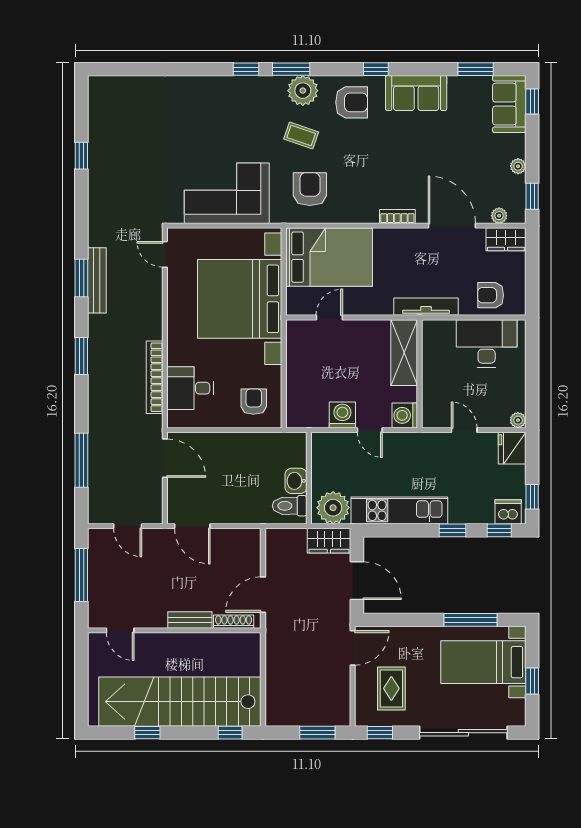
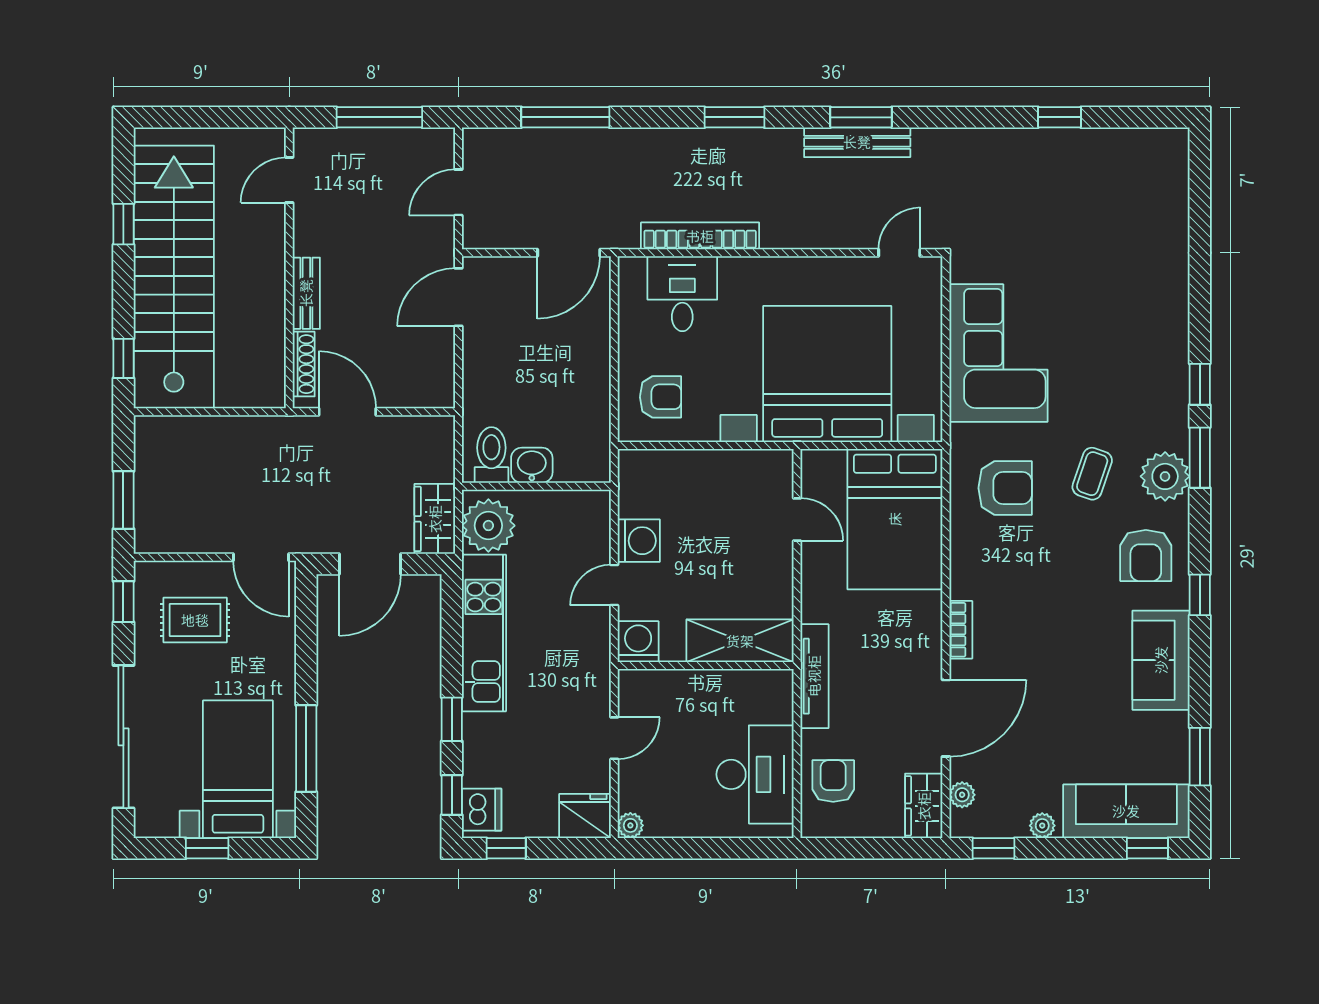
sofa: (509, 104) -> (1126, 811), width x1.36

